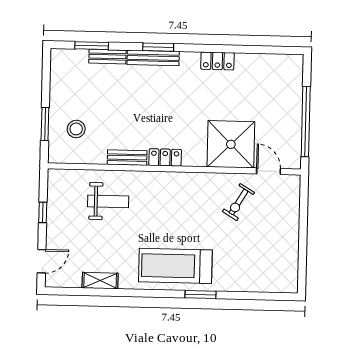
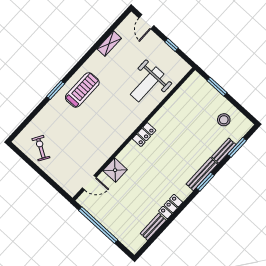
stool: (76, 129) -> (224, 120), moved
shower: (231, 144) -> (115, 170), width x0.54, depth x0.54
bench: (127, 158) -> (153, 227), moved
weight bench: (108, 201) -> (147, 84), width x1.36, depth x1.33
exercise bike: (238, 202) -> (41, 148), moved
treadmill: (175, 266) -> (82, 90), width x0.73, depth x0.73

